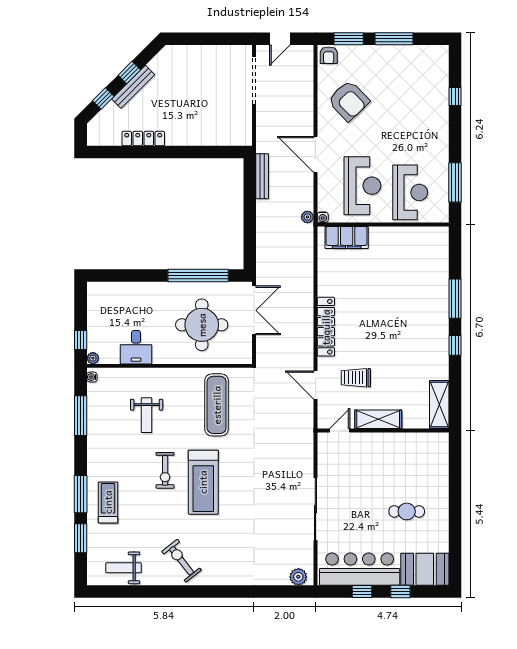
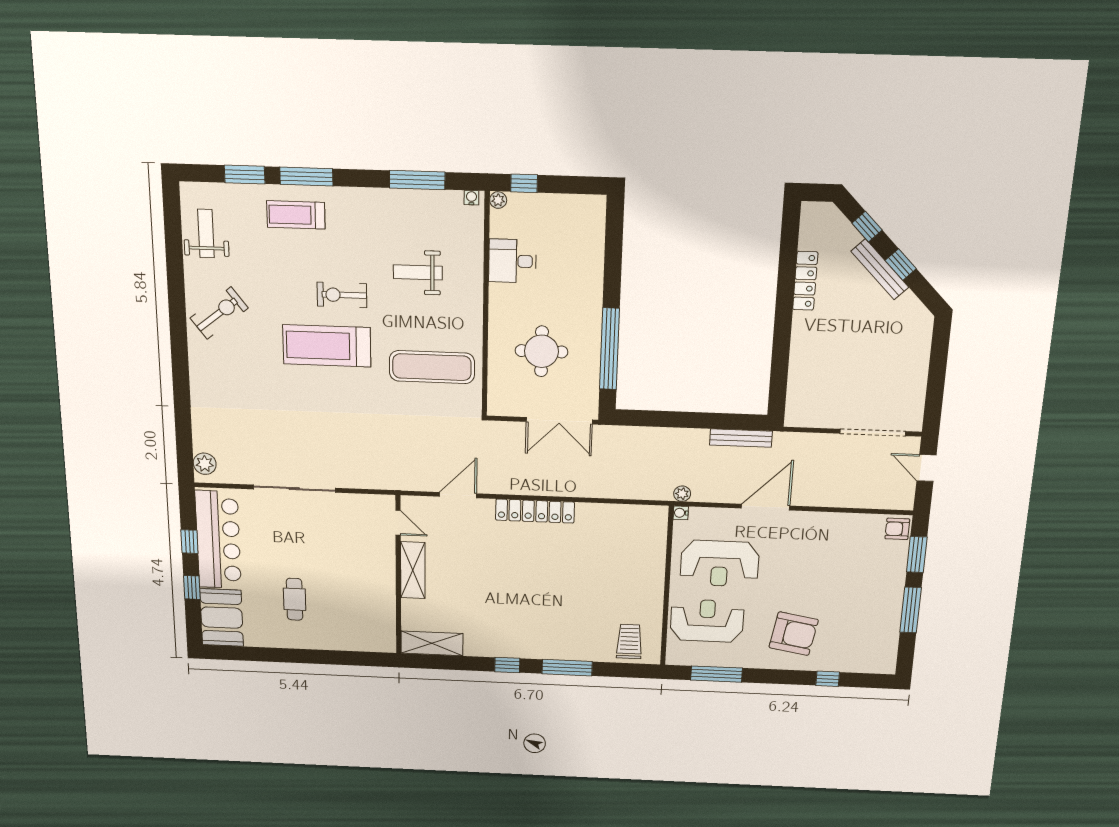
armchair: (349, 101) -> (794, 634), moved, turned -126
reception desk: (410, 192) -> (707, 621), turned 180
filing cabinet: (347, 237) -> (652, 541), removed
round table: (202, 325) -> (542, 351), width x0.73, depth x0.73
trolley: (356, 378) -> (629, 641), moved
treadmill: (108, 502) -> (296, 215), turned 180

